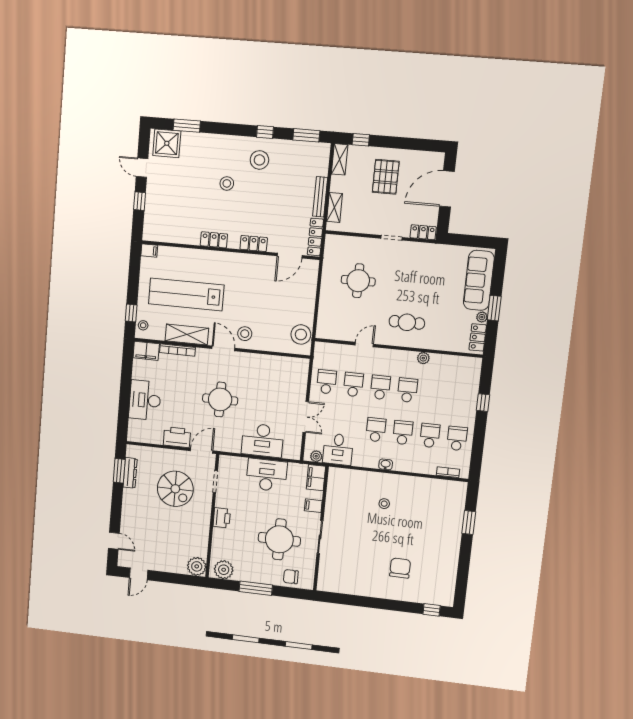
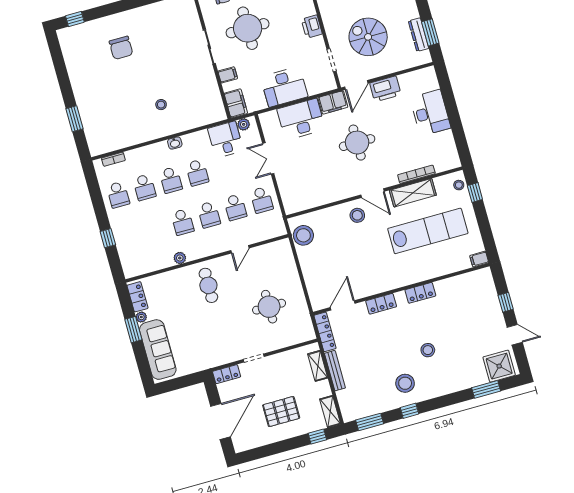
pallet: (386, 177) -> (281, 412), turned 90
cafe table: (407, 322) -> (208, 285), turned 90
filing cabinet: (146, 351) -> (333, 102), moved, turned 180

